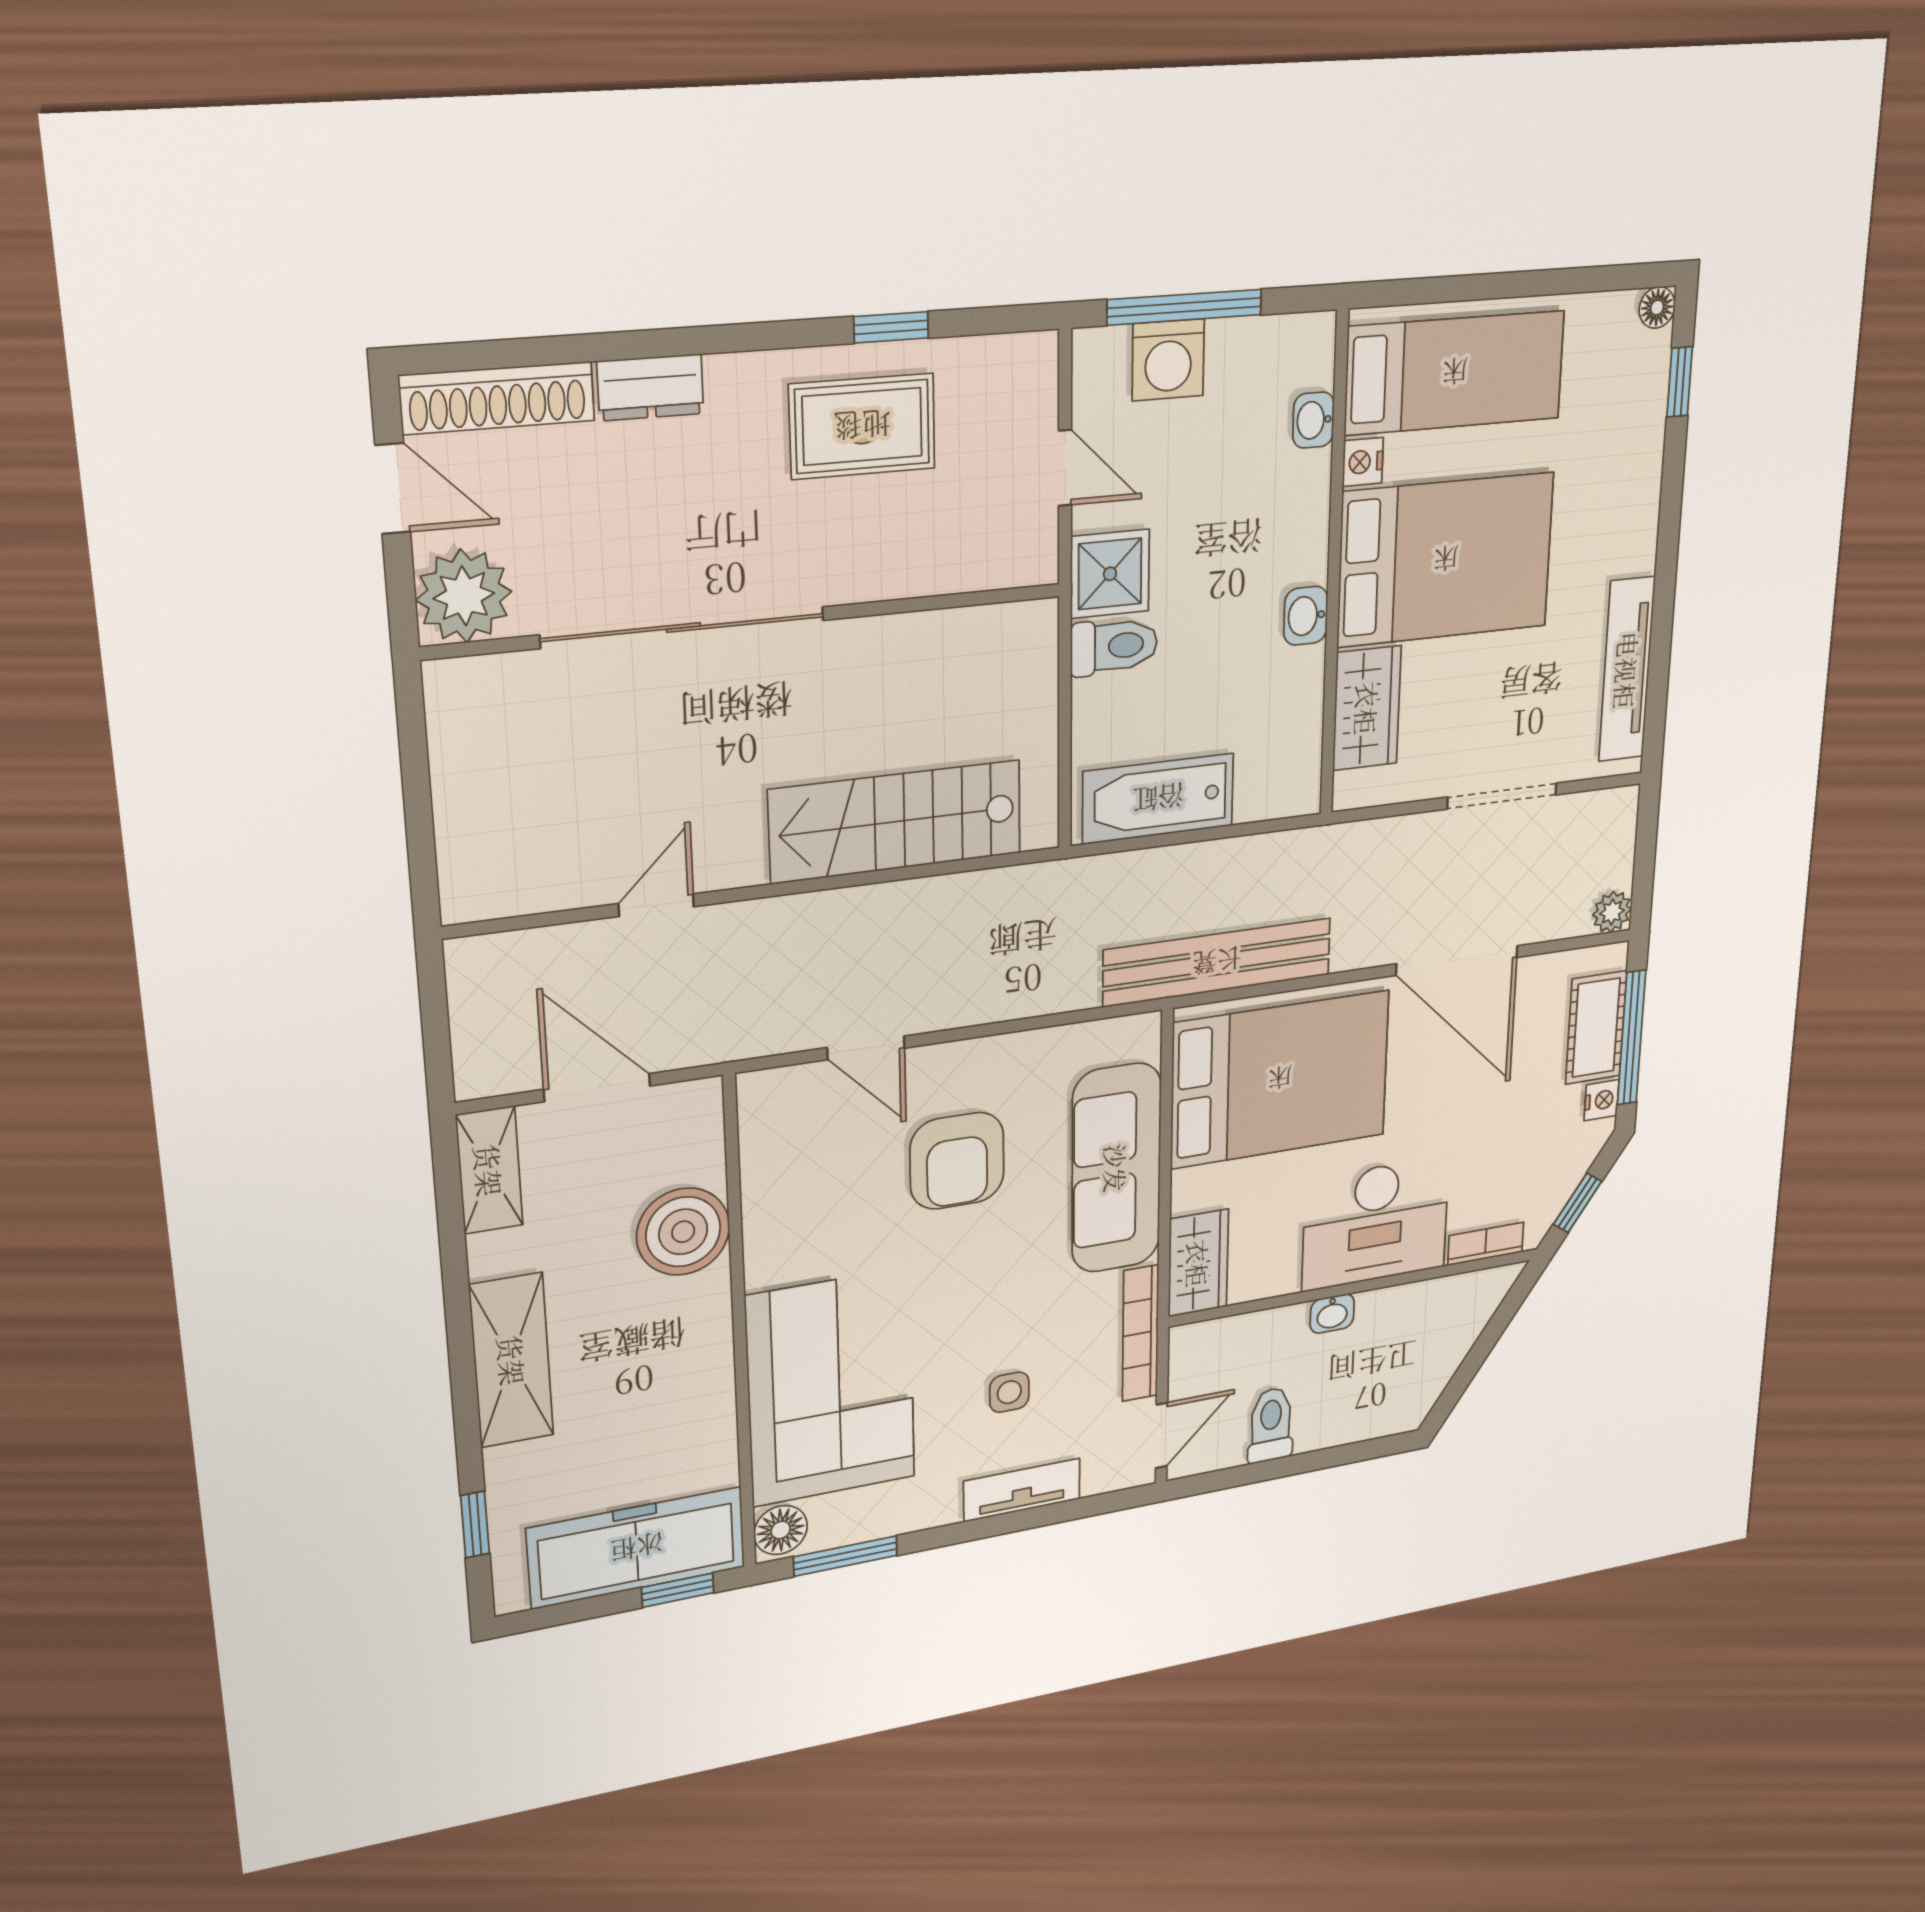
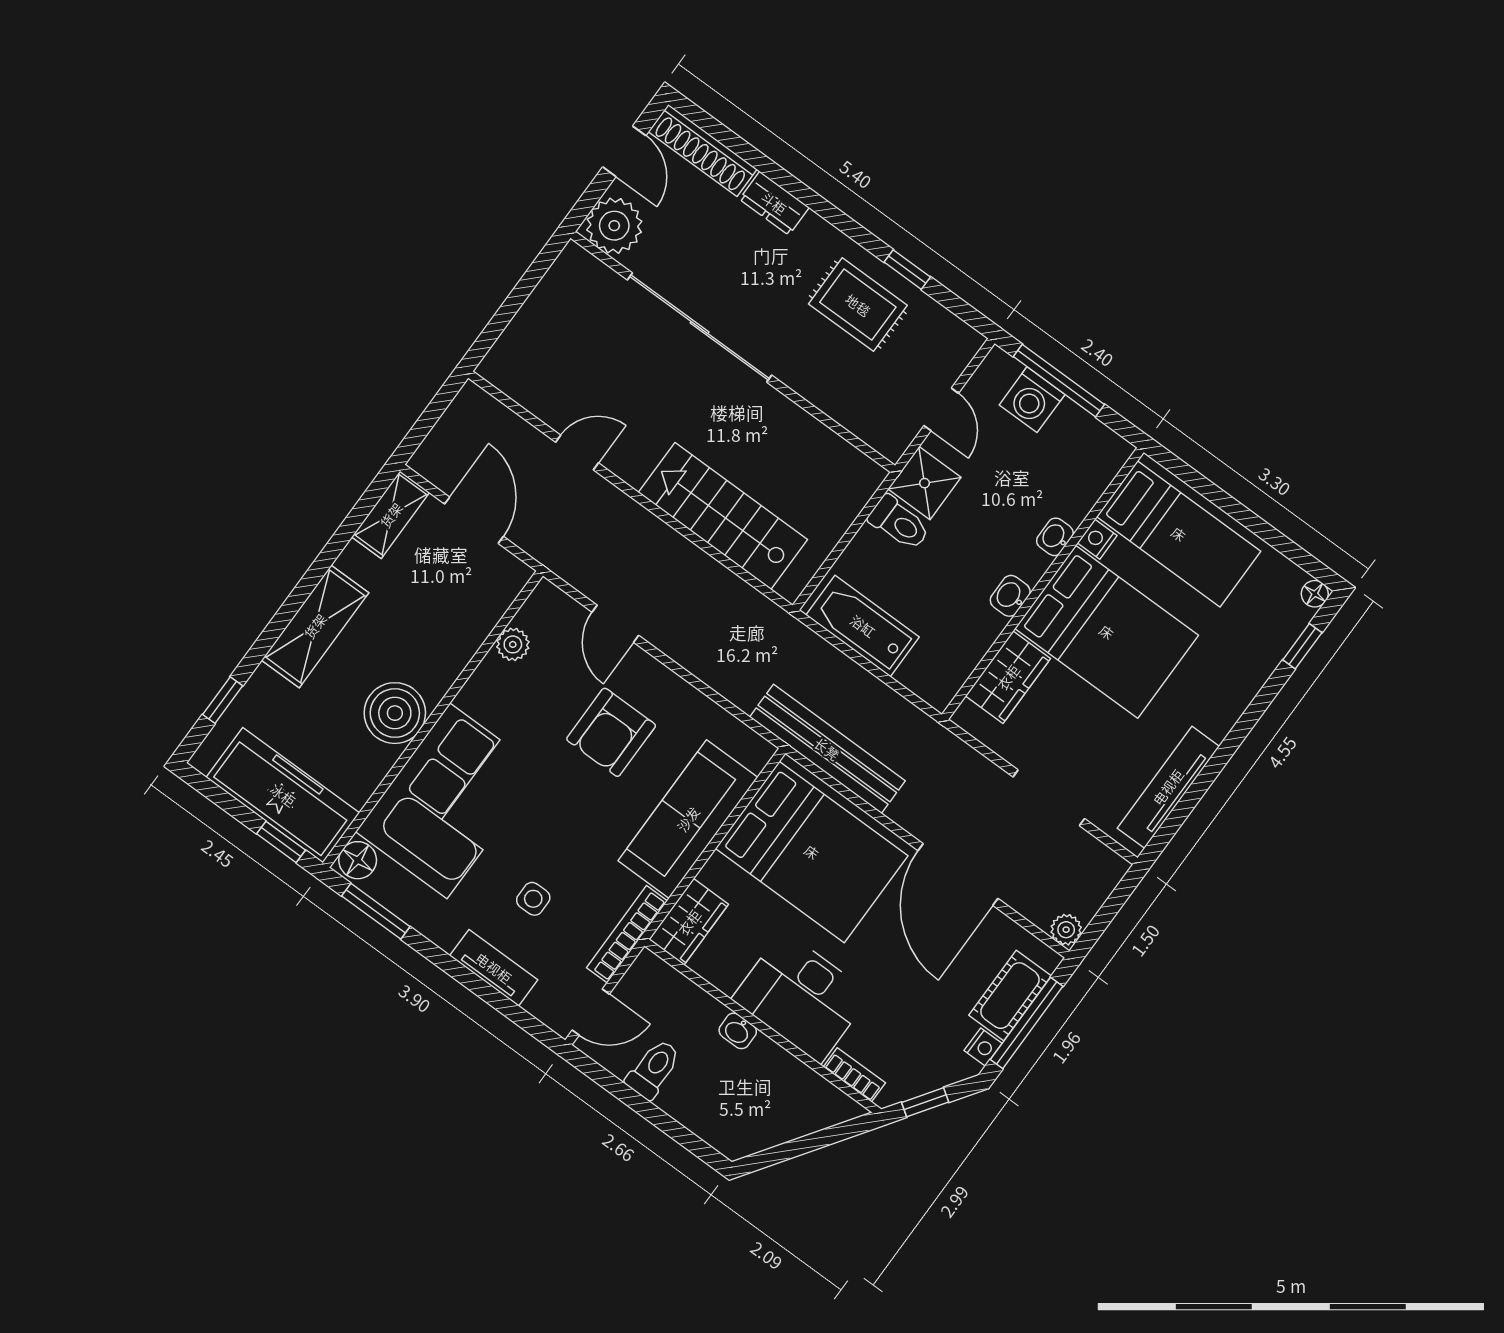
washbasin: (1313, 420) -> (1055, 537), moved
plant: (764, 1174) -> (513, 644), added
boiler: (683, 1232) -> (395, 713), moved

